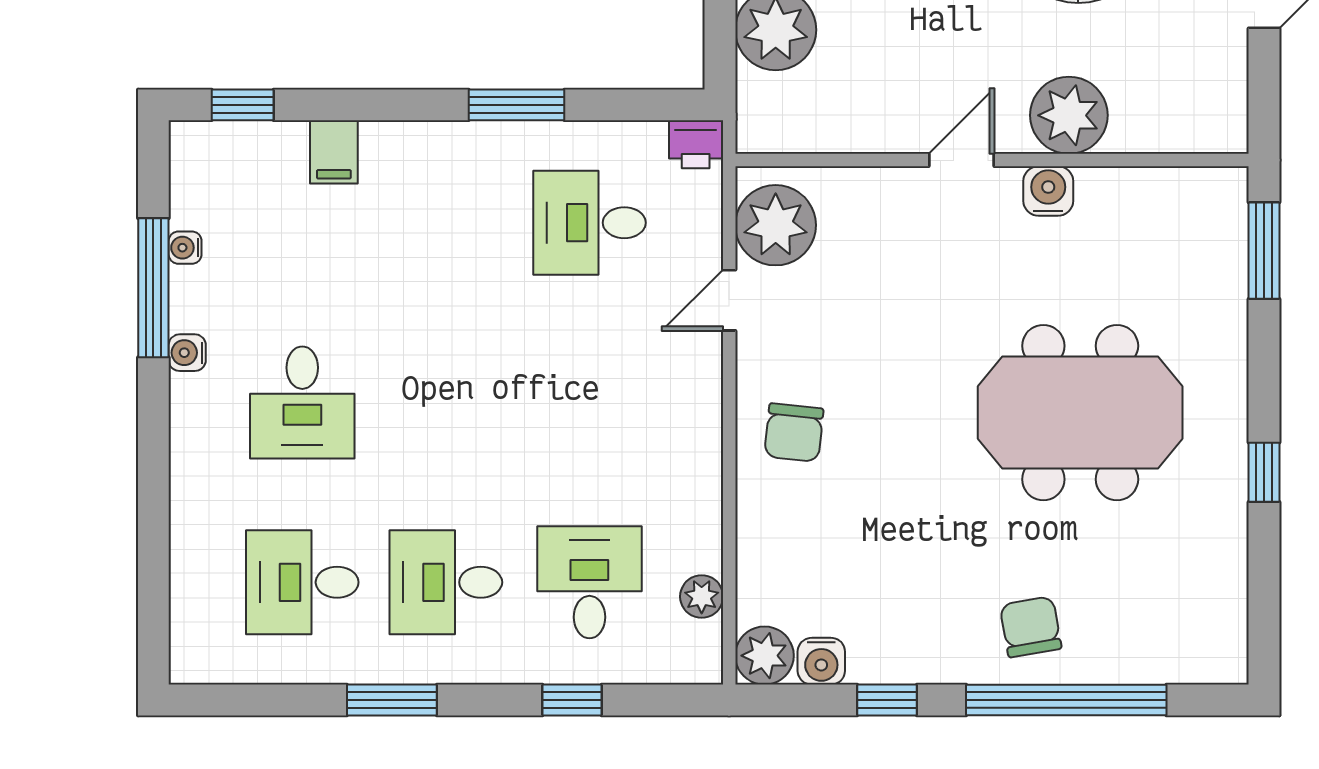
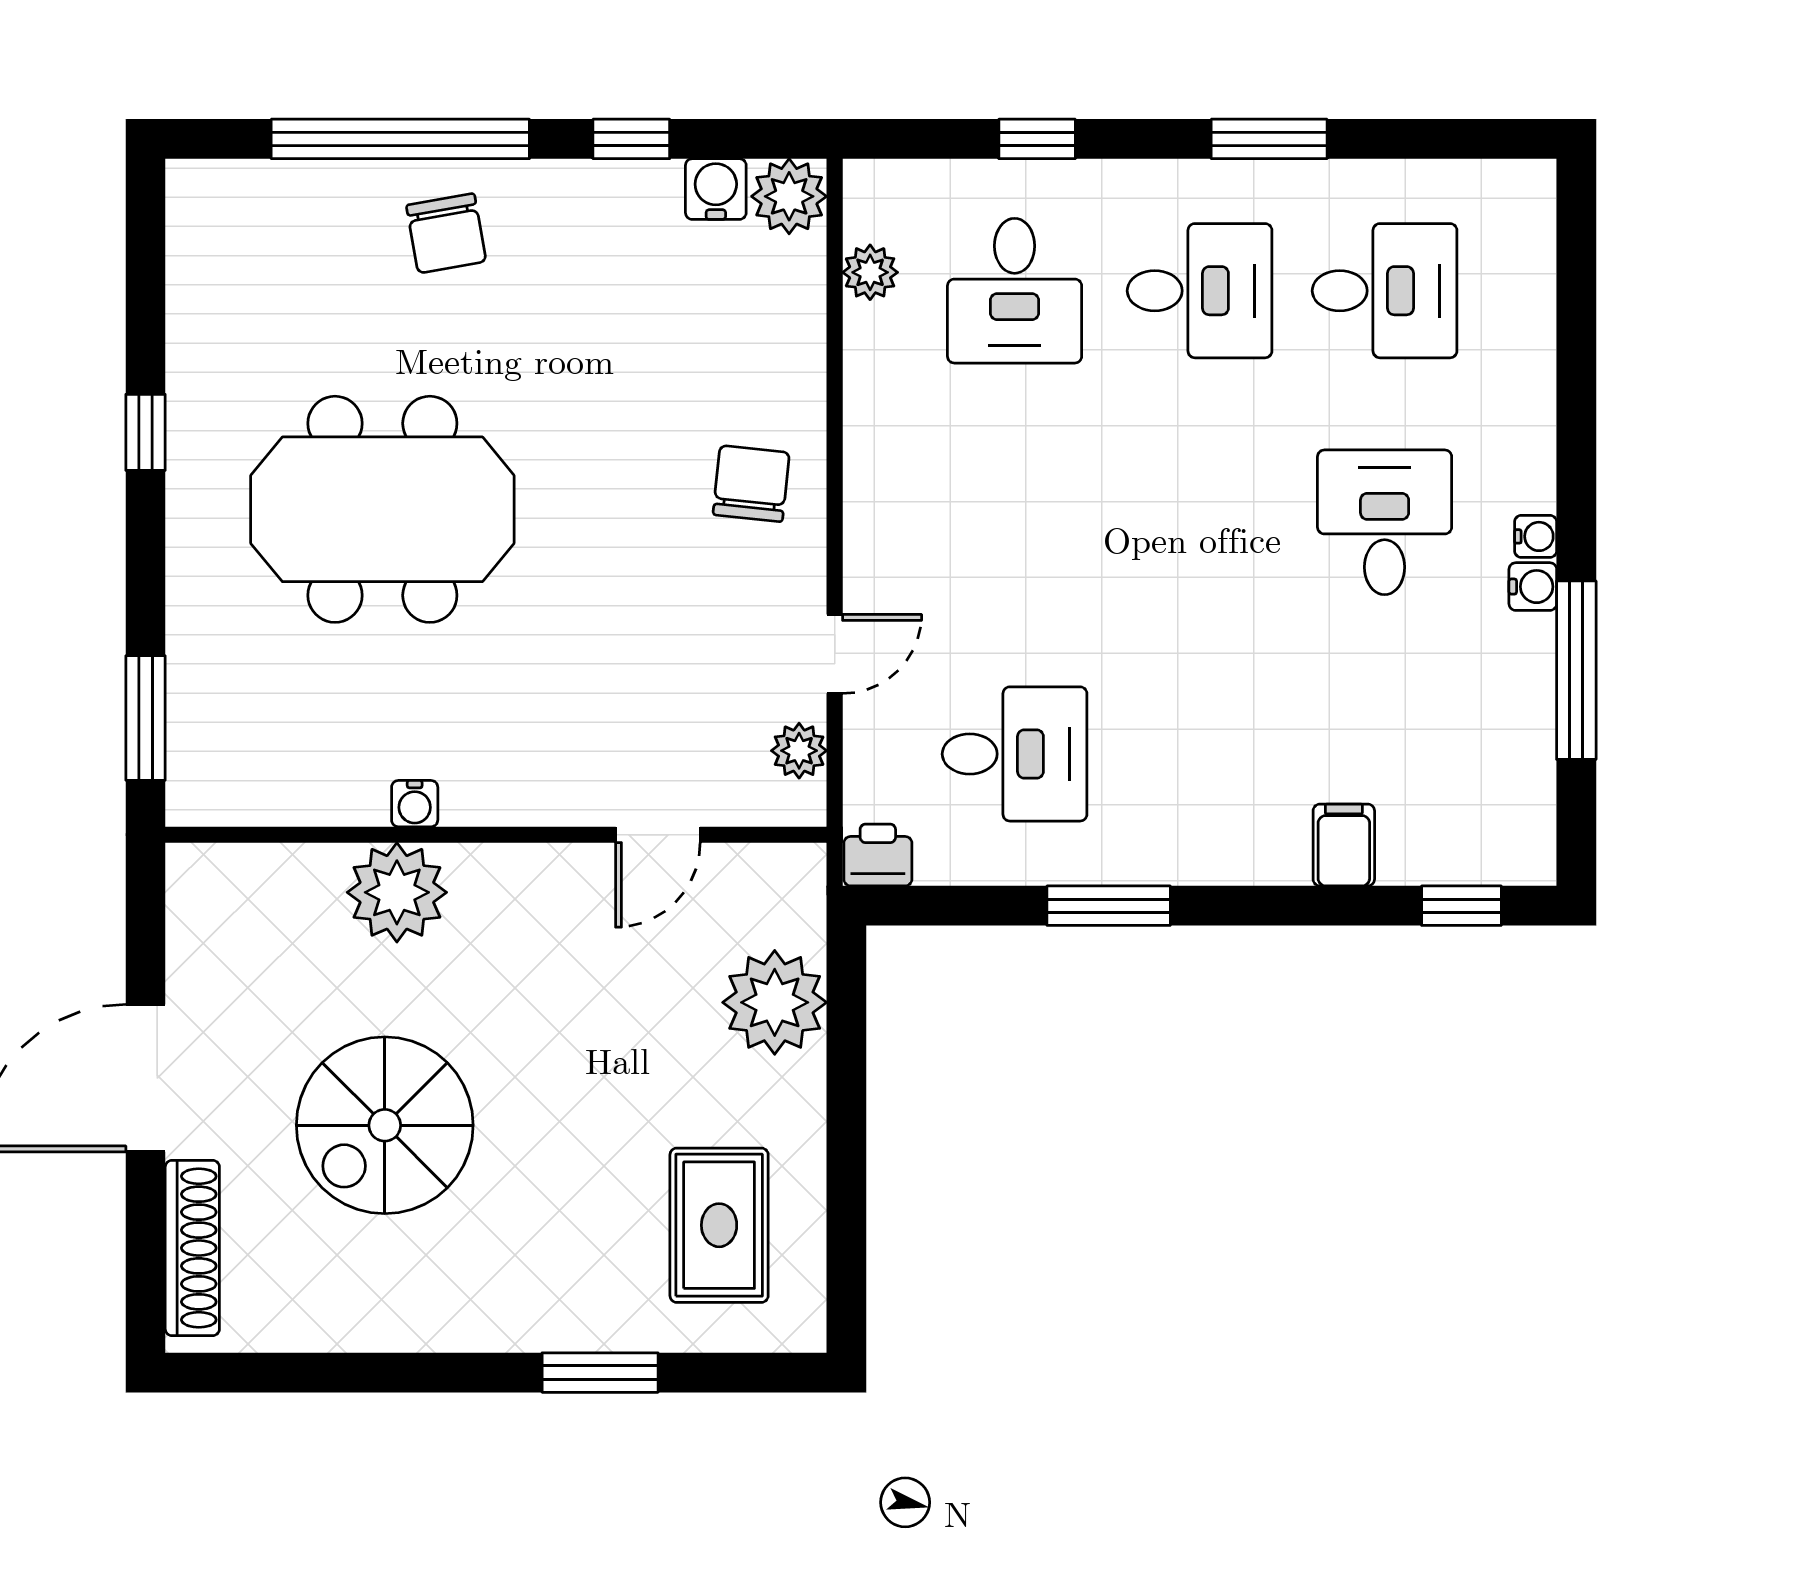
door: (961, 160) -> (658, 835), moved
water cooler: (1048, 191) -> (415, 804), width x0.72, depth x0.72
plant: (776, 225) -> (799, 751), width x0.53, depth x0.53
water cooler: (185, 248) -> (1536, 536), moved

